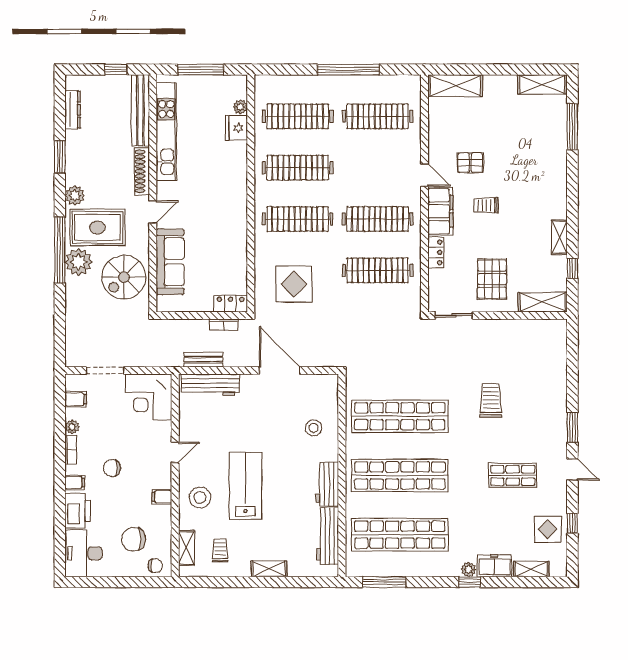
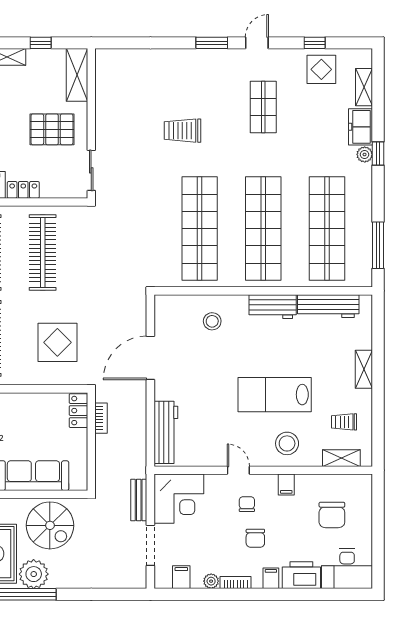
bench: (203, 360) -> (139, 500), moved
chair: (155, 566) -> (247, 504), moved

